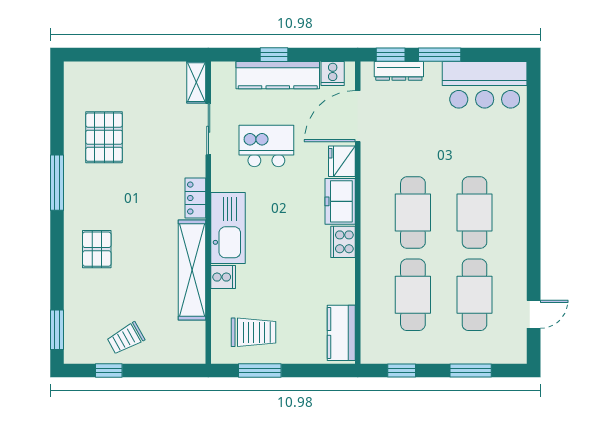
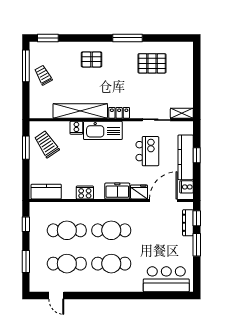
bar counter: (485, 85) -> (166, 279), moved, turned 90
door: (358, 116) -> (163, 201), hinge flipped
cooker: (343, 242) -> (85, 193), moved
trolley: (254, 332) -> (47, 144), turned 146
window: (109, 371) -> (26, 66), width x2.17

